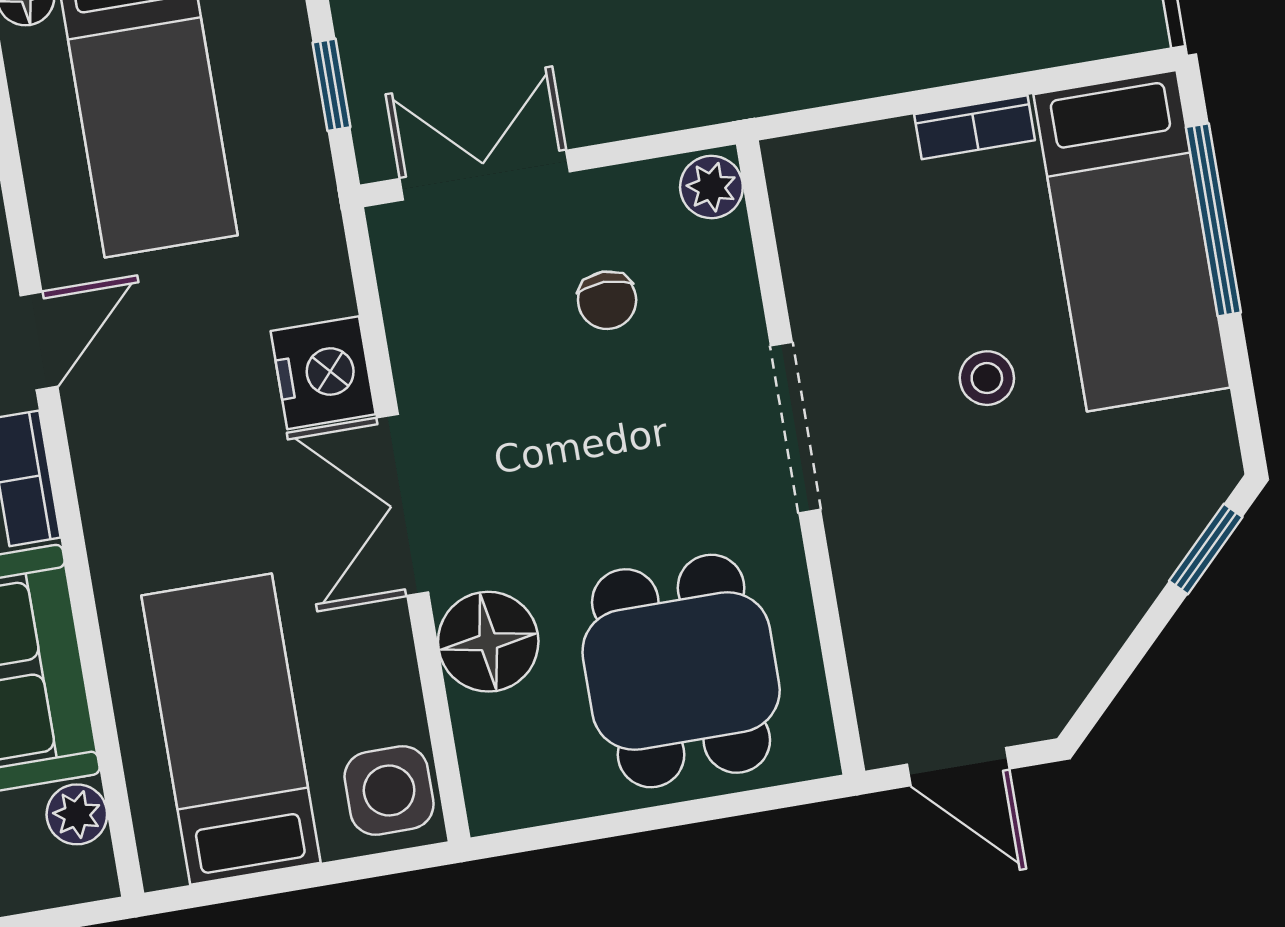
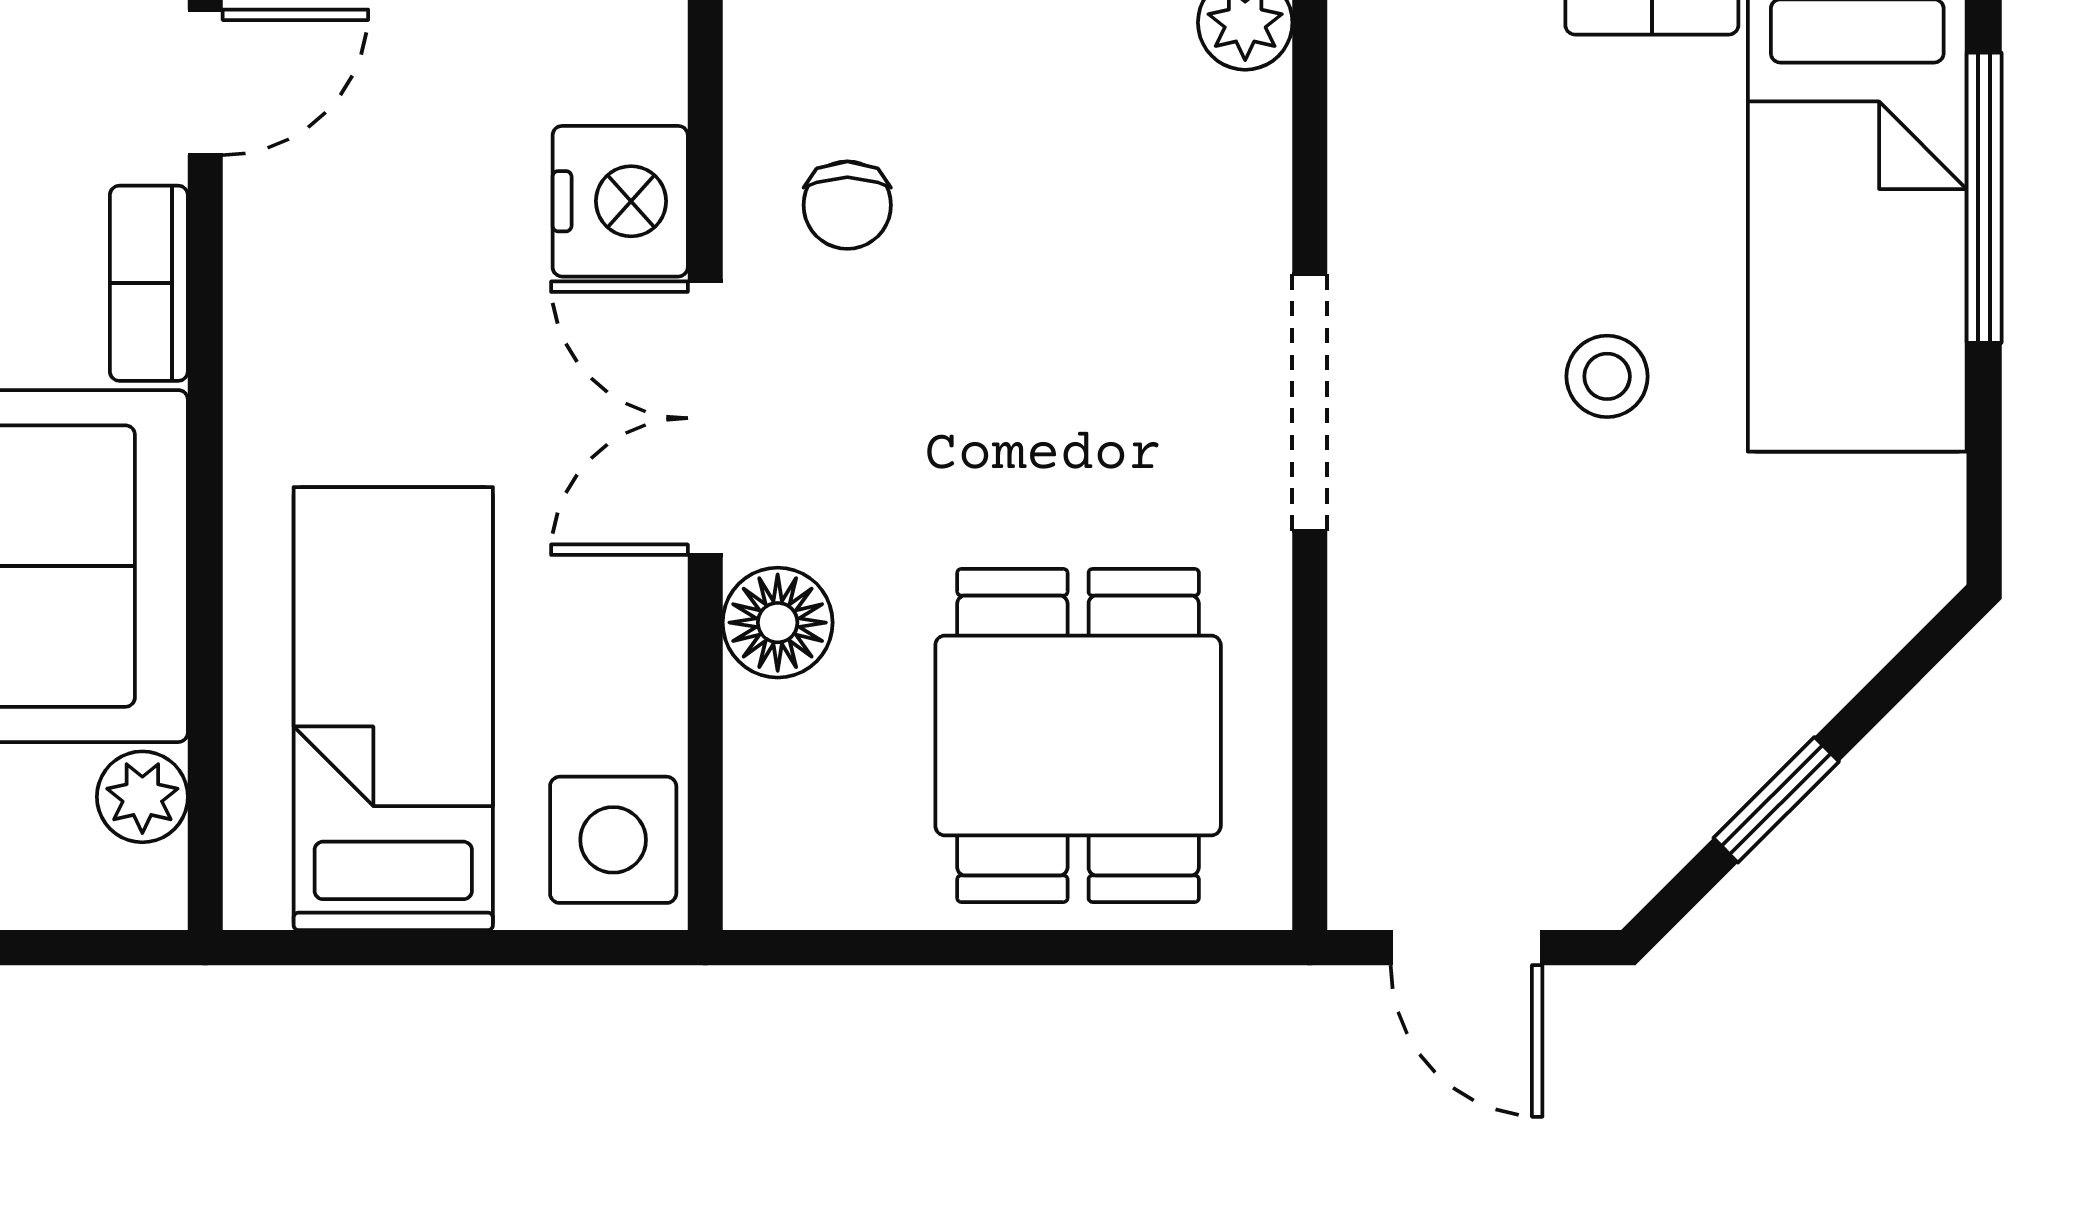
chair: (607, 300) -> (847, 205), moved
window: (1206, 549) -> (1776, 800), moved
floor lamp: (488, 642) -> (778, 623), width x0.73, depth x0.73

